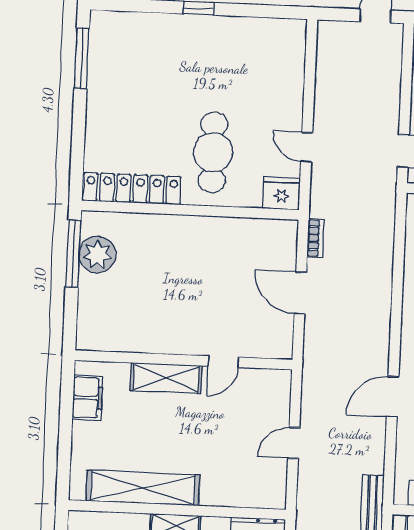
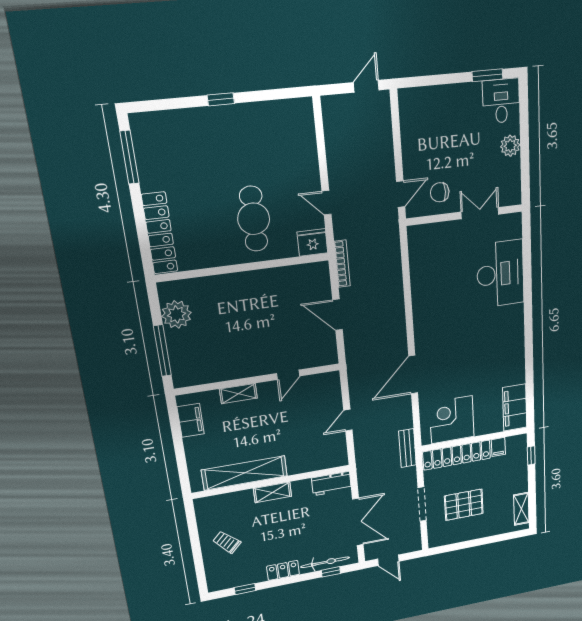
locker: (132, 189) -> (160, 233), moved, turned 90
bookcase: (315, 238) -> (342, 264), width x1.56
window: (73, 254) -> (162, 351), moved
shelving: (166, 378) -> (238, 394), width x0.67, depth x0.75
door: (393, 397) -> (413, 375), width x1.36

